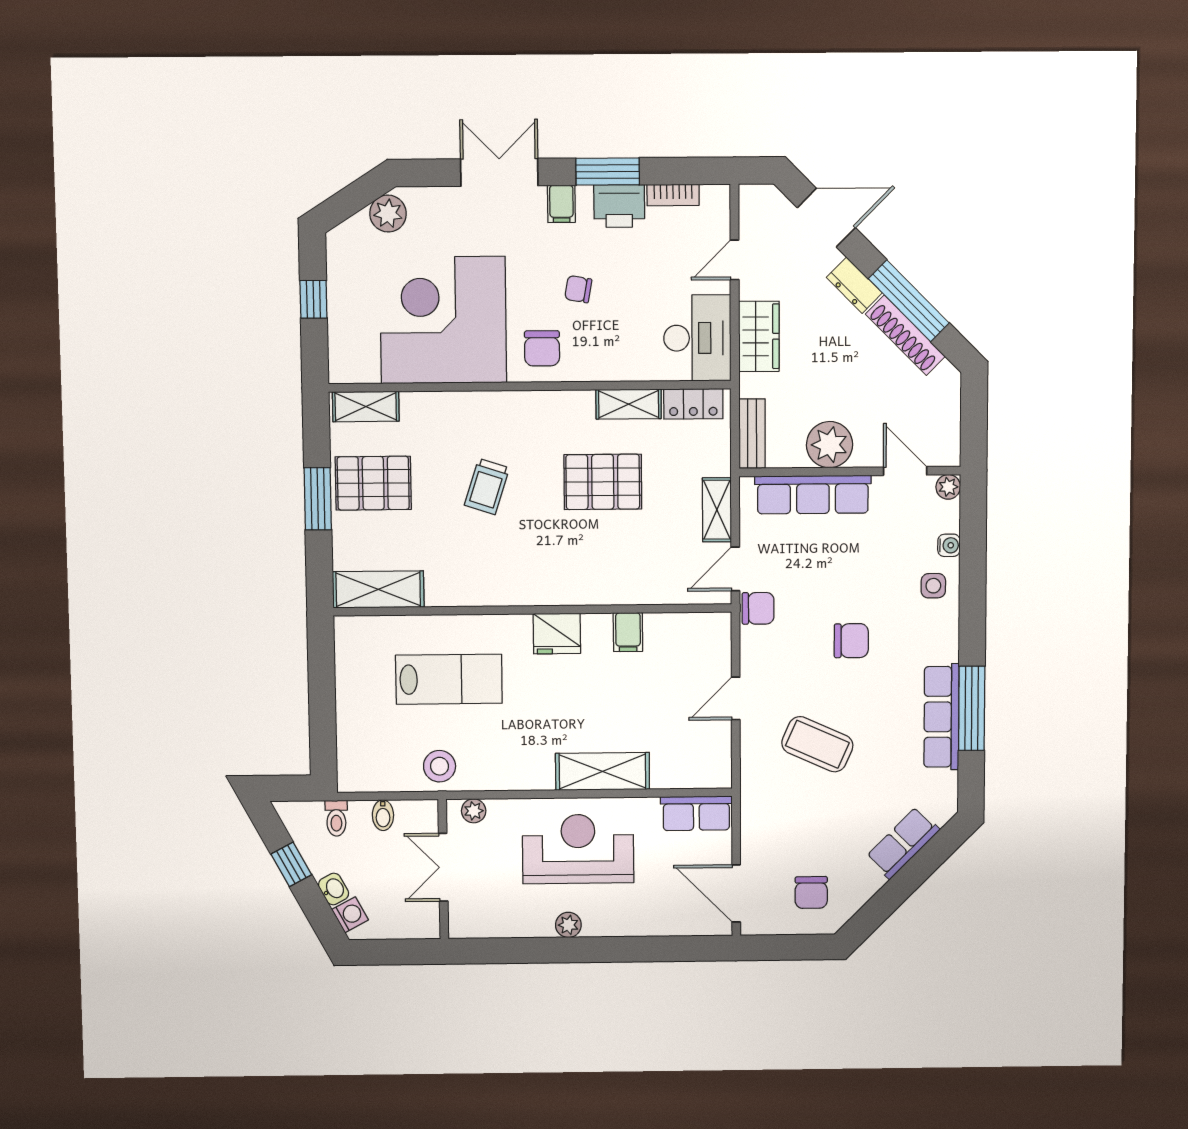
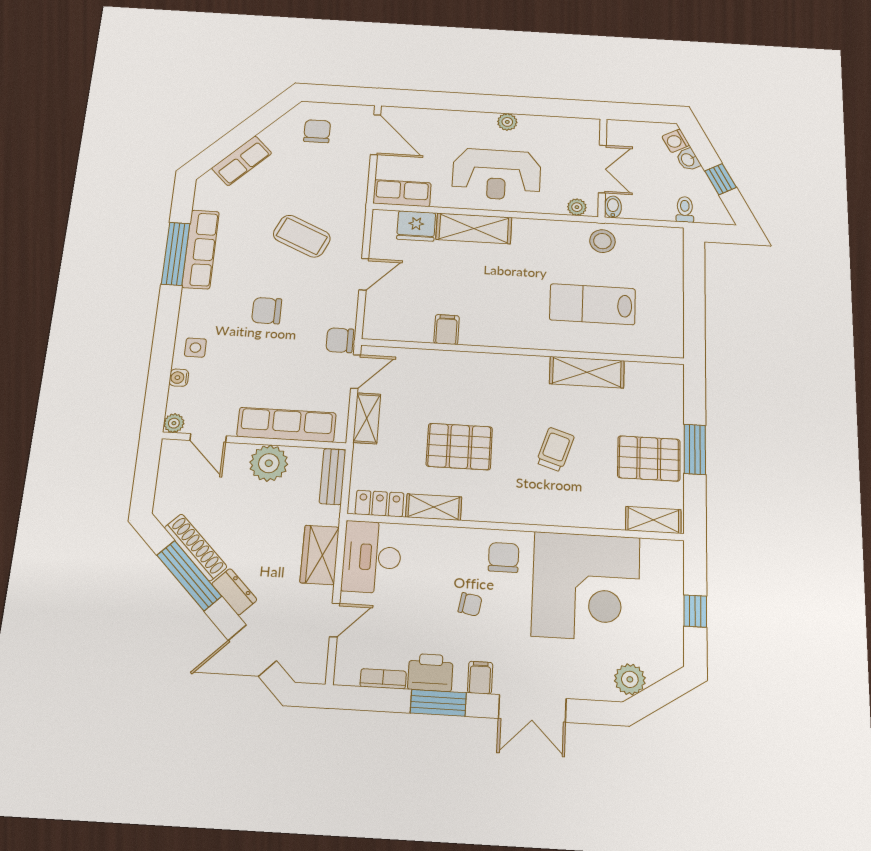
shelving: (378, 589) -> (587, 372), moved
fridge: (557, 634) -> (416, 226), moved, turned 180
bidet: (383, 815) -> (613, 207), moved

